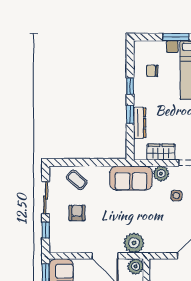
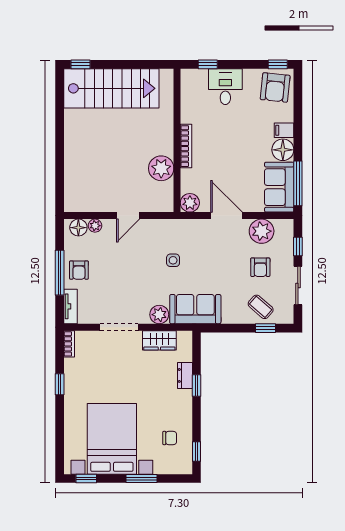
window: (130, 86) -> (197, 452), moved
dresser: (140, 123) -> (185, 375), width x0.70
window: (73, 162) -> (265, 328), added
side table: (176, 196) -> (173, 260), moved
plant: (134, 243) -> (262, 231), moved

